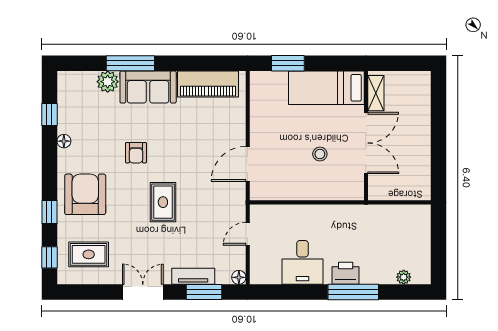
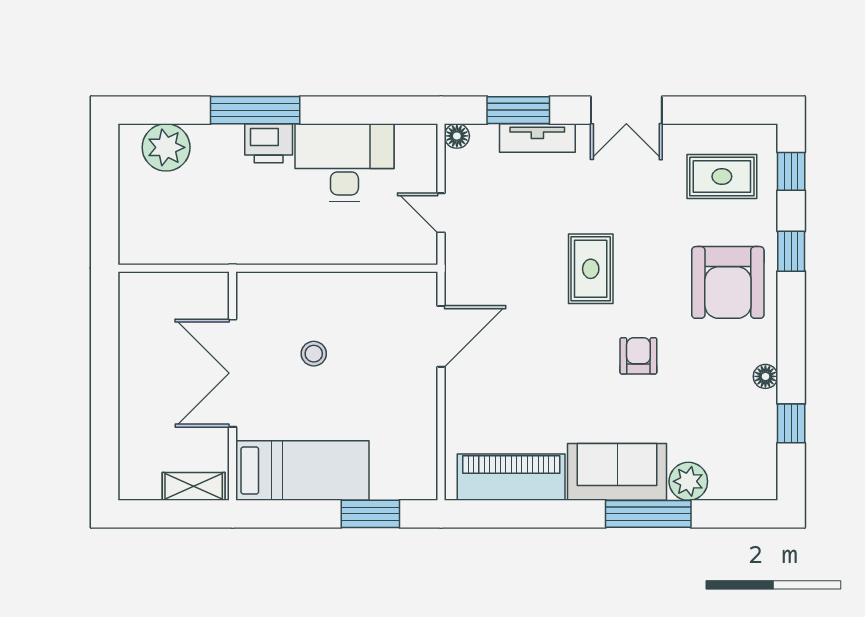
shelving: (376, 93) -> (194, 486), moved, turned 90
door: (248, 234) -> (441, 213), swing flipped
desk: (302, 262) -> (344, 162), width x1.37
plant: (404, 277) -> (166, 147), width x1.88, depth x1.88

